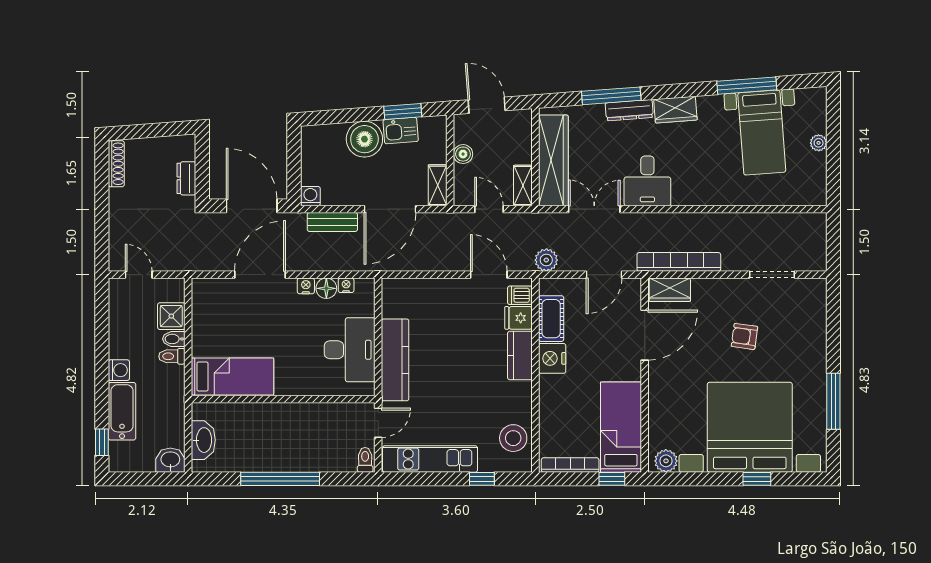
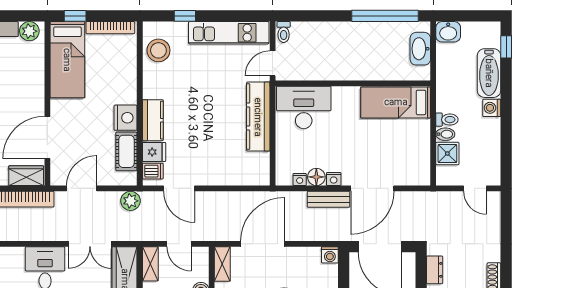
bench: (332, 222) -> (328, 199), moved
desk: (350, 350) -> (304, 107), moved, turned 90
window: (280, 479) -> (385, 16), moved

